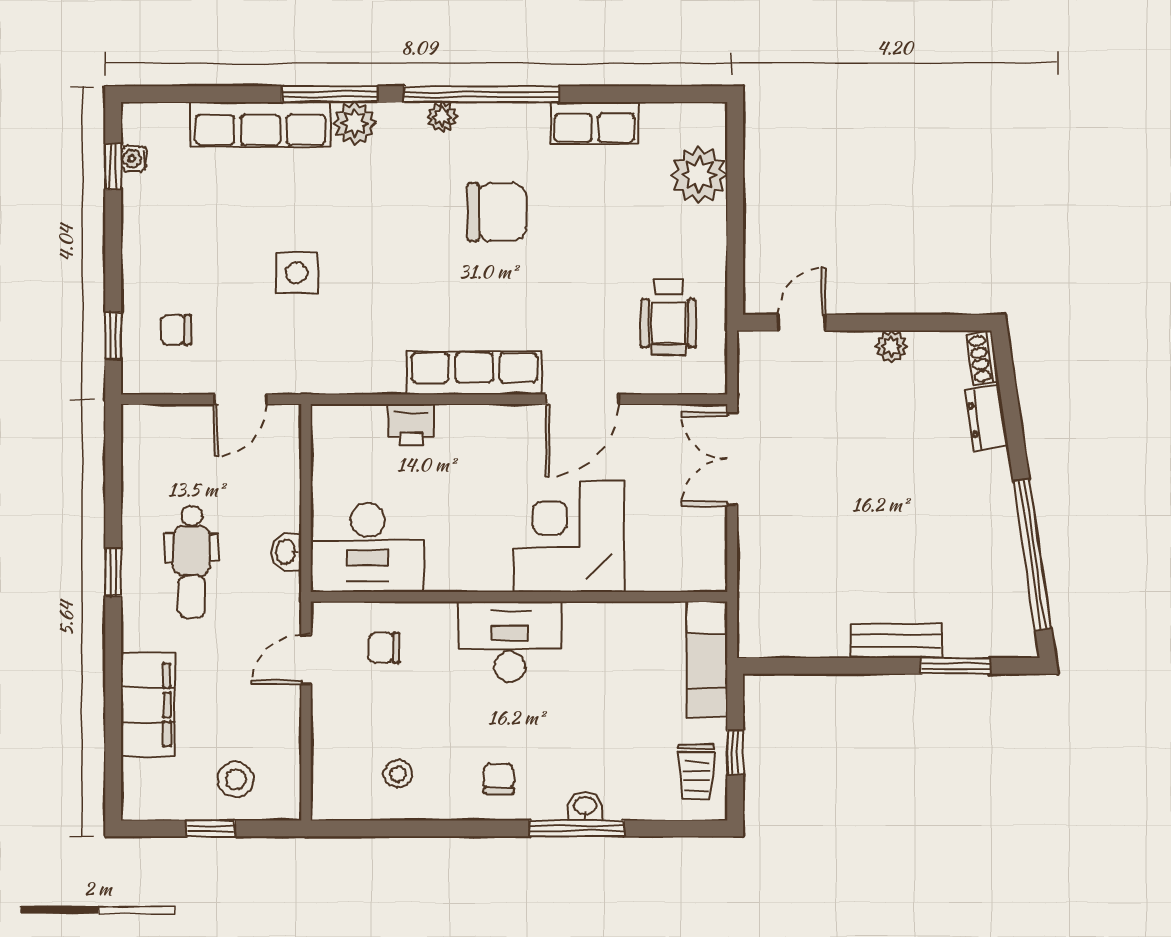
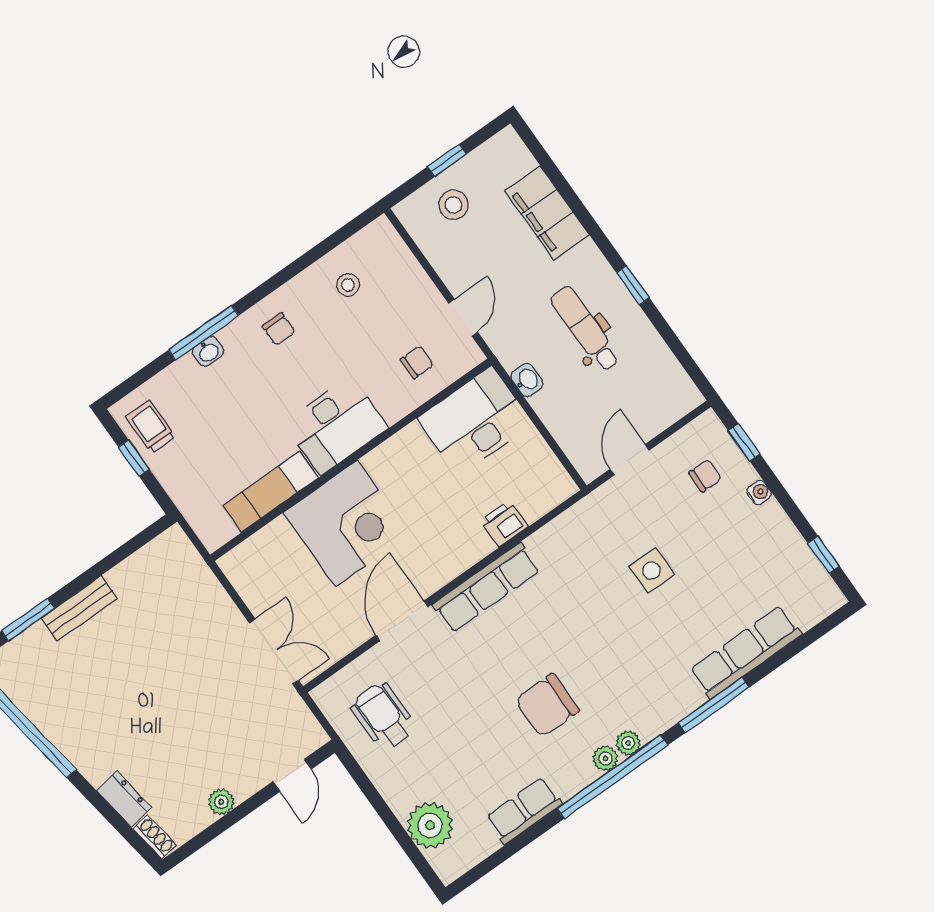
plant: (355, 123) -> (606, 758), moved, width x0.73, depth x0.73
water cooler: (134, 159) -> (759, 493), moved
exam couch: (707, 659) -> (271, 492), moved, turned -90

